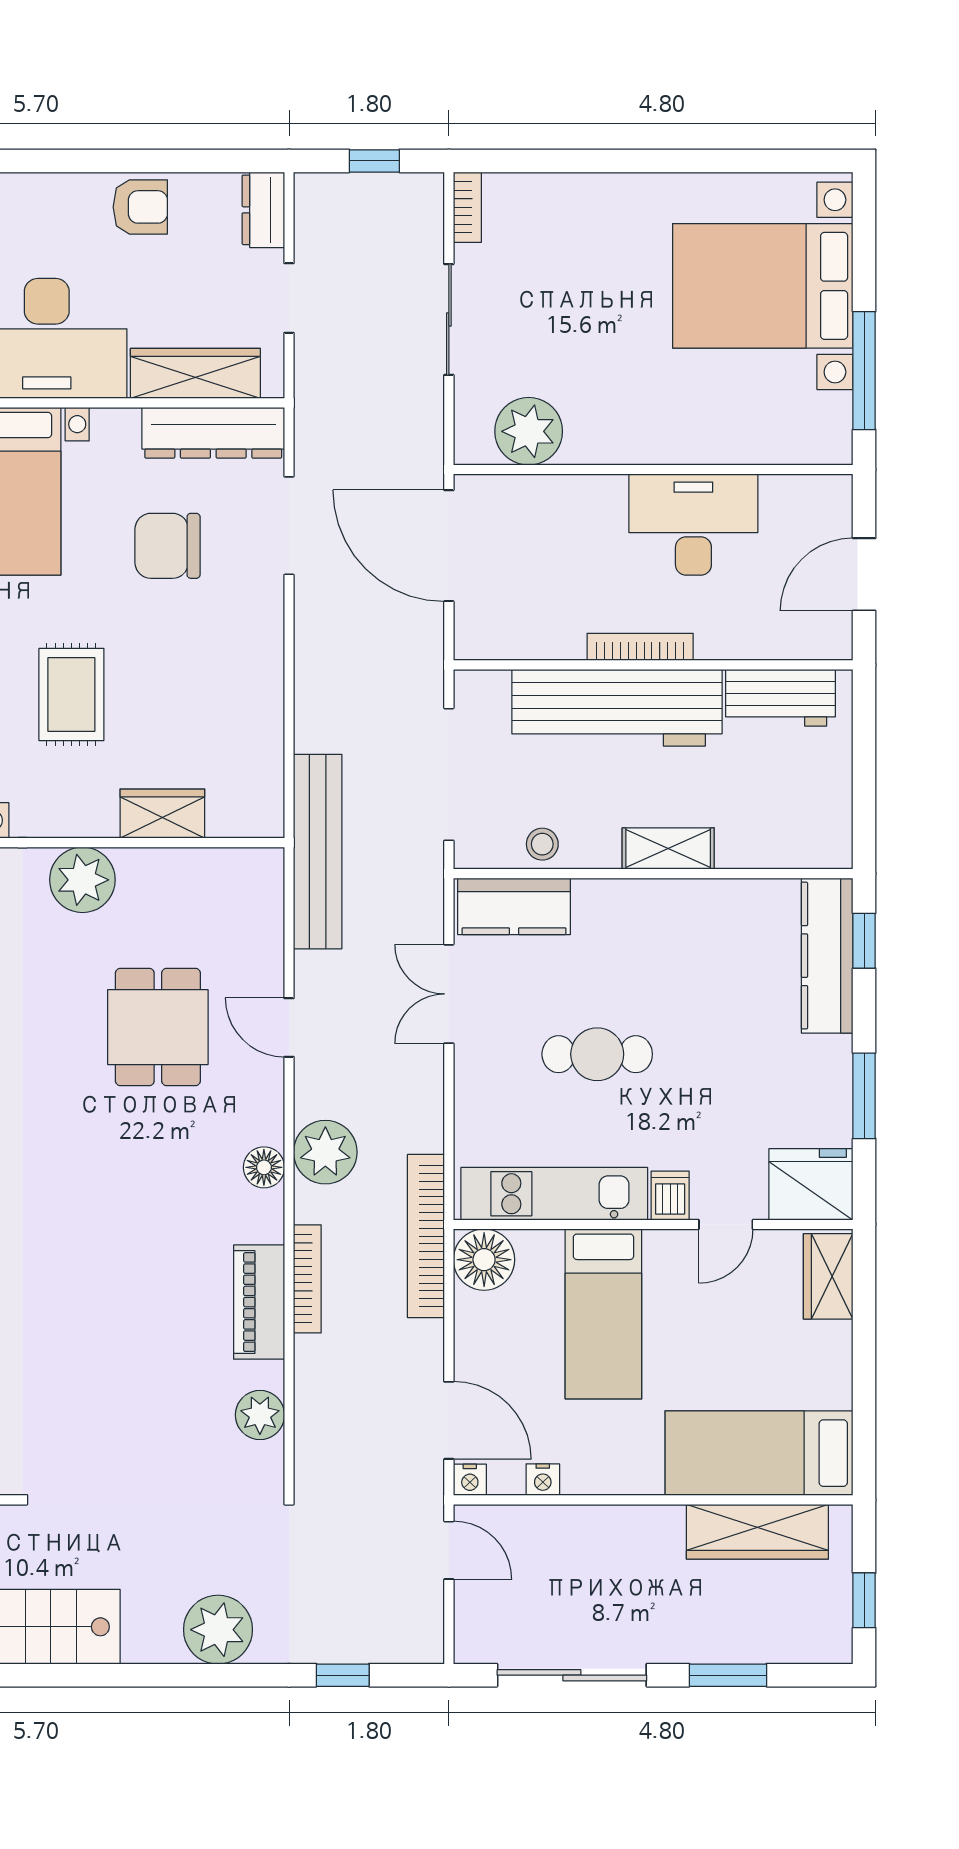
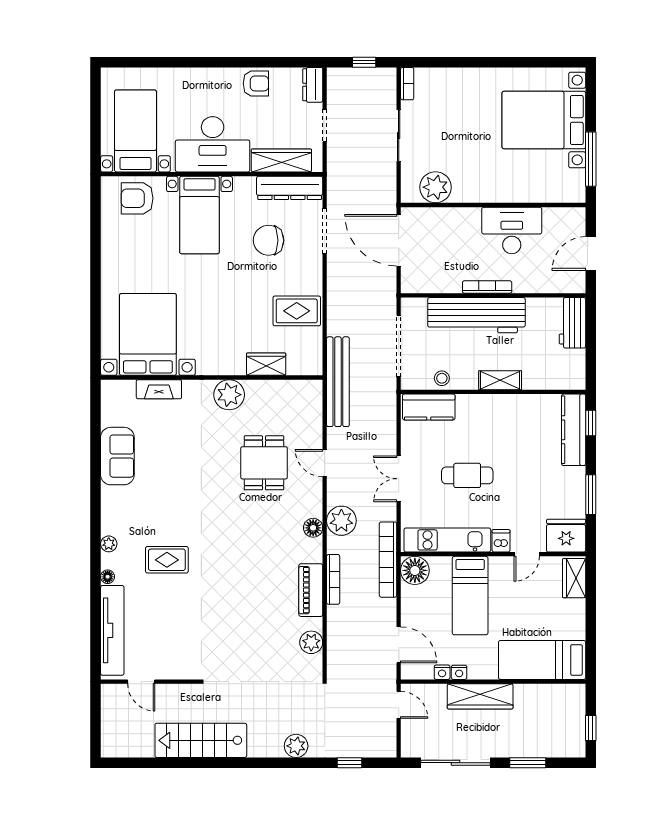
rug: (71, 695) -> (297, 311), moved, turned 90
workbench: (781, 698) -> (572, 323), moved, turned 90
double door: (449, 994) -> (399, 479), moved
nightstand: (470, 1480) -> (459, 672), moved
wardrobe: (757, 1532) -> (480, 696), moved
plant: (218, 1630) -> (296, 746), width x0.73, depth x0.73

